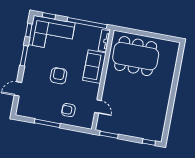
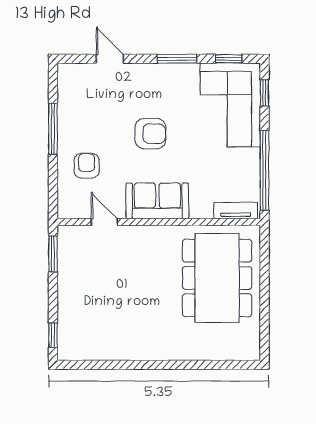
sofa: (94, 67) -> (157, 201), moved
door: (98, 106) -> (104, 222), swing flipped

